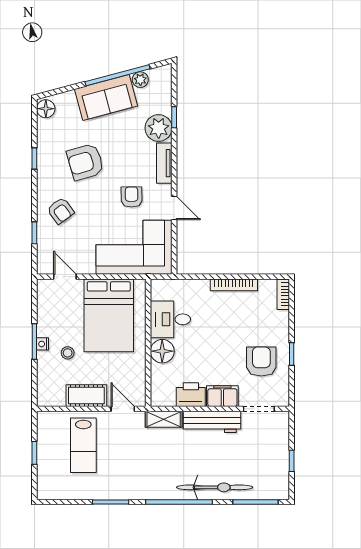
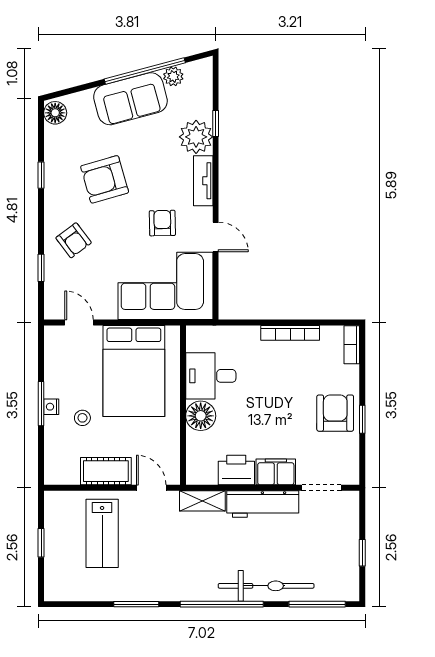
armchair: (261, 361) -> (335, 413), moved

